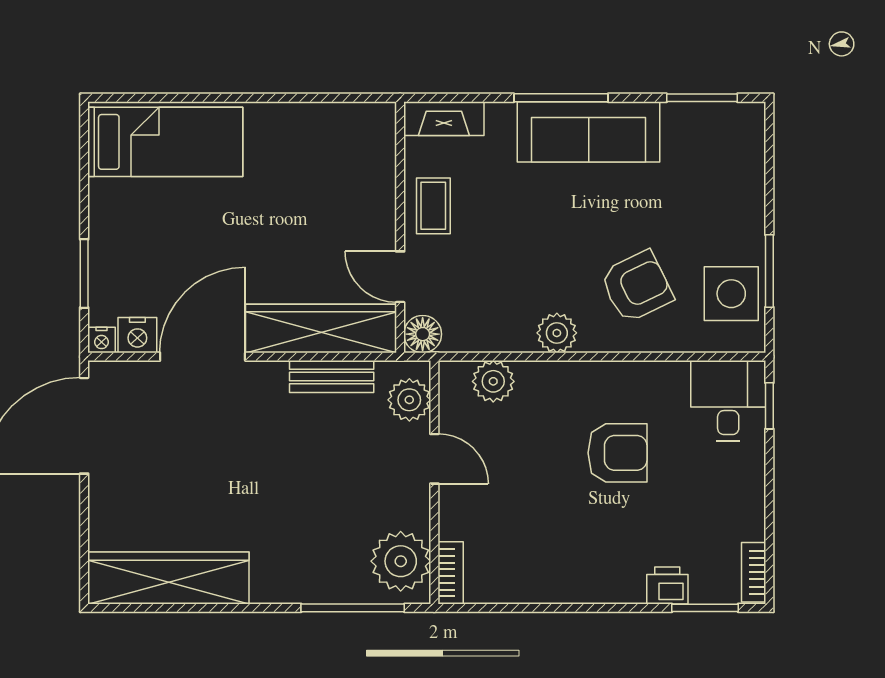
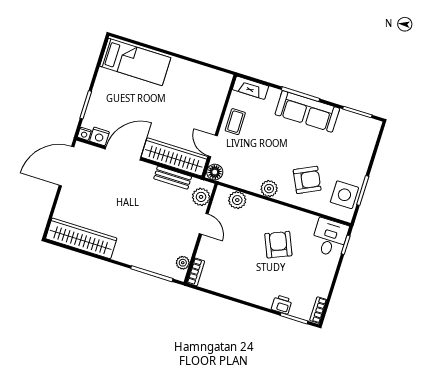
armchair: (617, 453) -> (278, 245), turned -113
plant: (401, 561) -> (183, 263), width x0.53, depth x0.53

